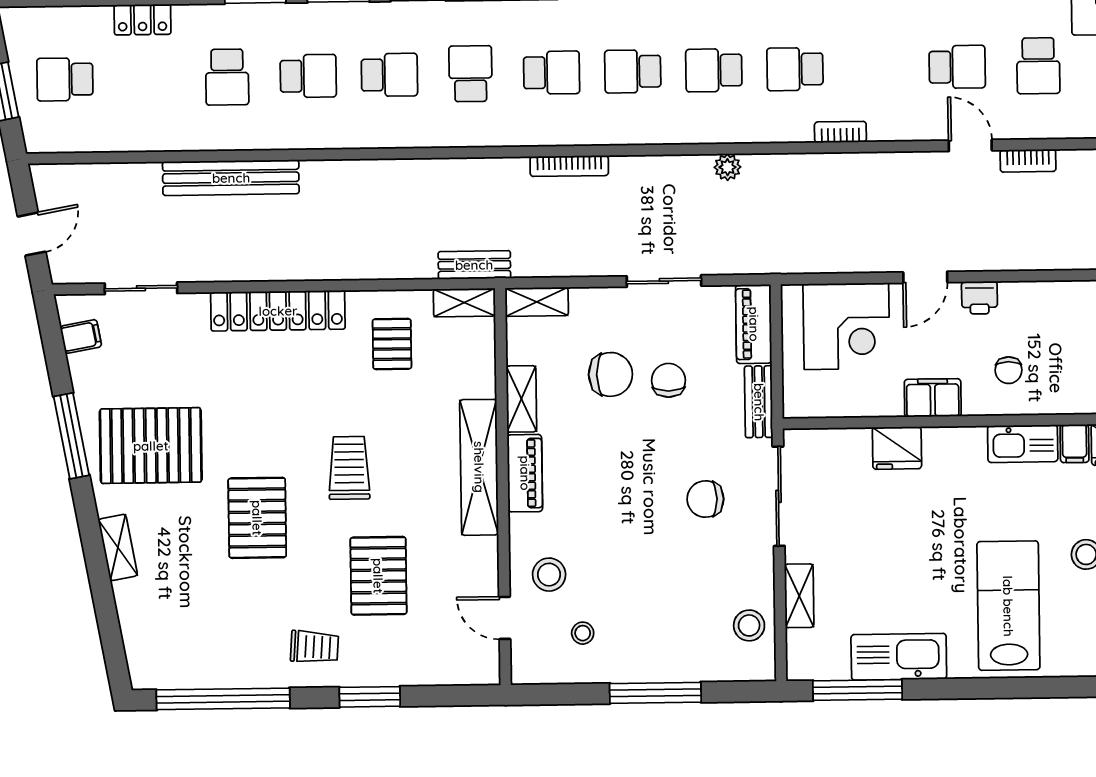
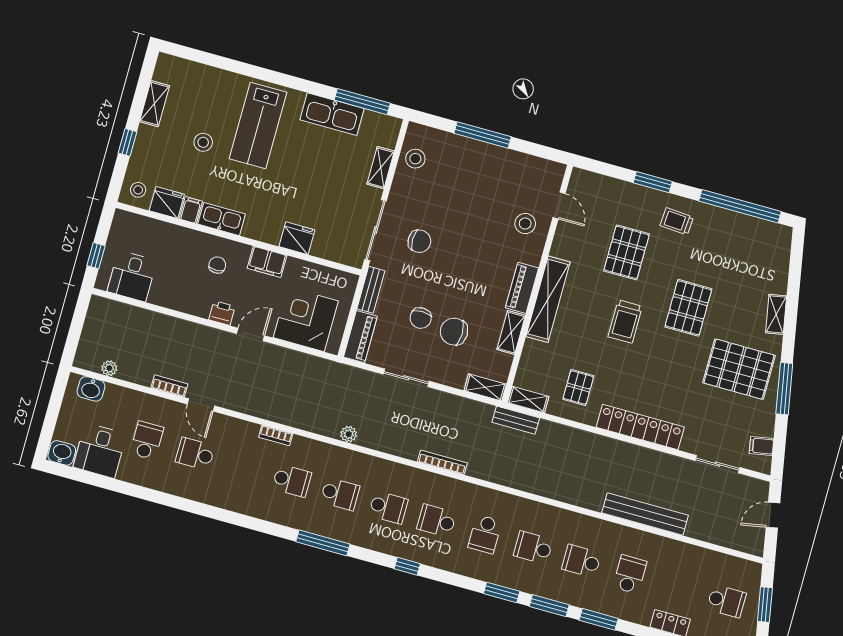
stool: (583, 633) -> (515, 183), removed

